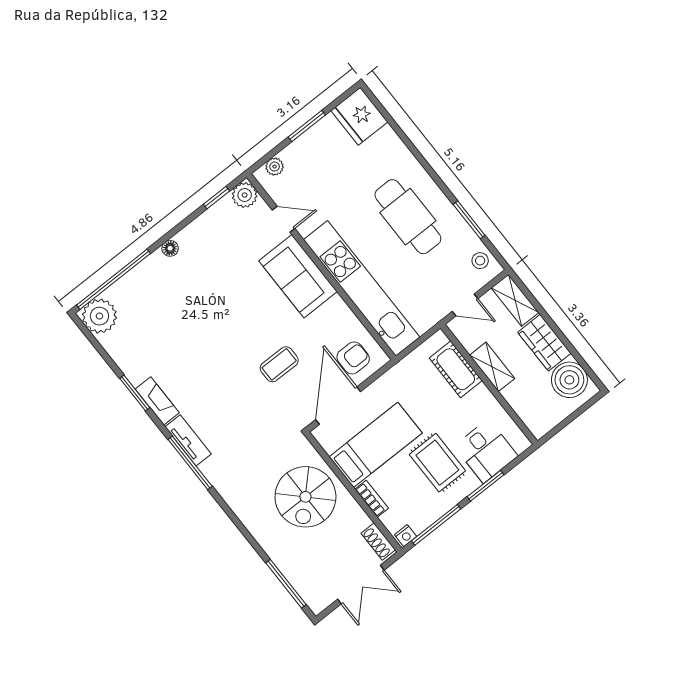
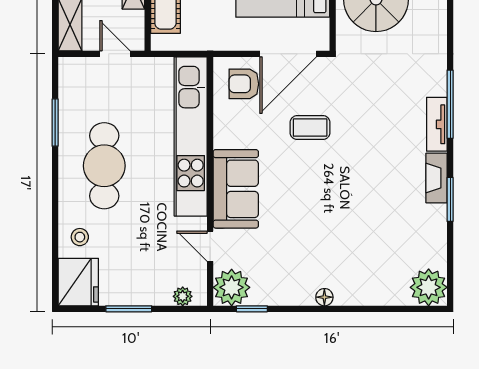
plant: (245, 195) -> (232, 287), width x1.36, depth x1.36
stool: (480, 261) -> (80, 237), moved
window: (113, 279) -> (392, 309), removed

